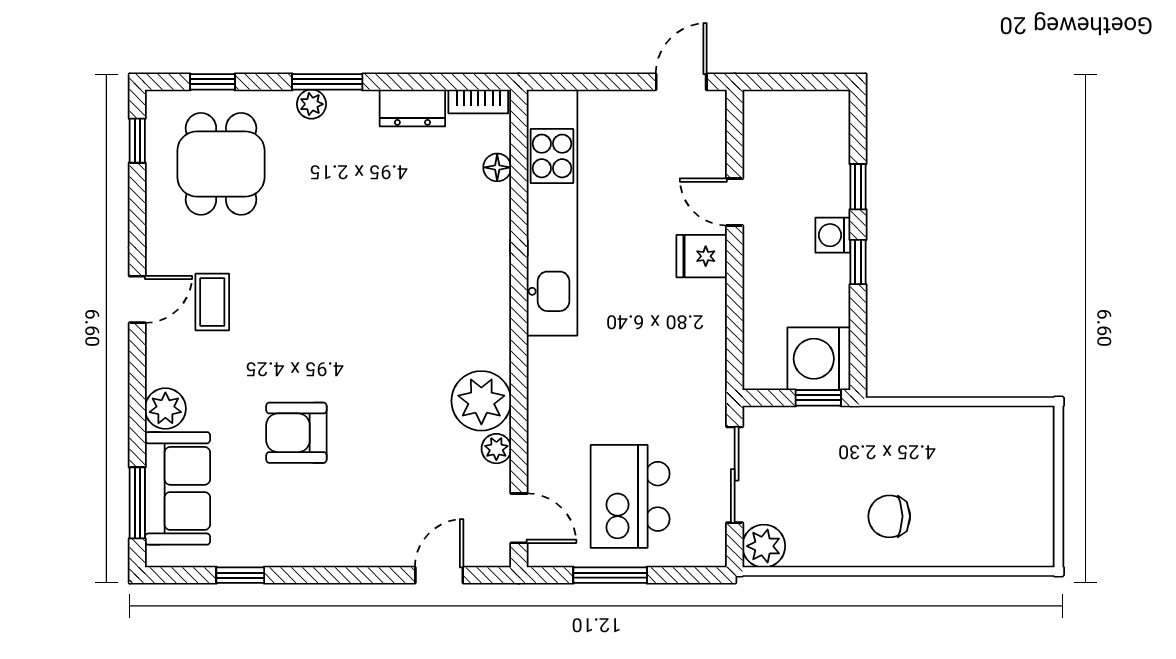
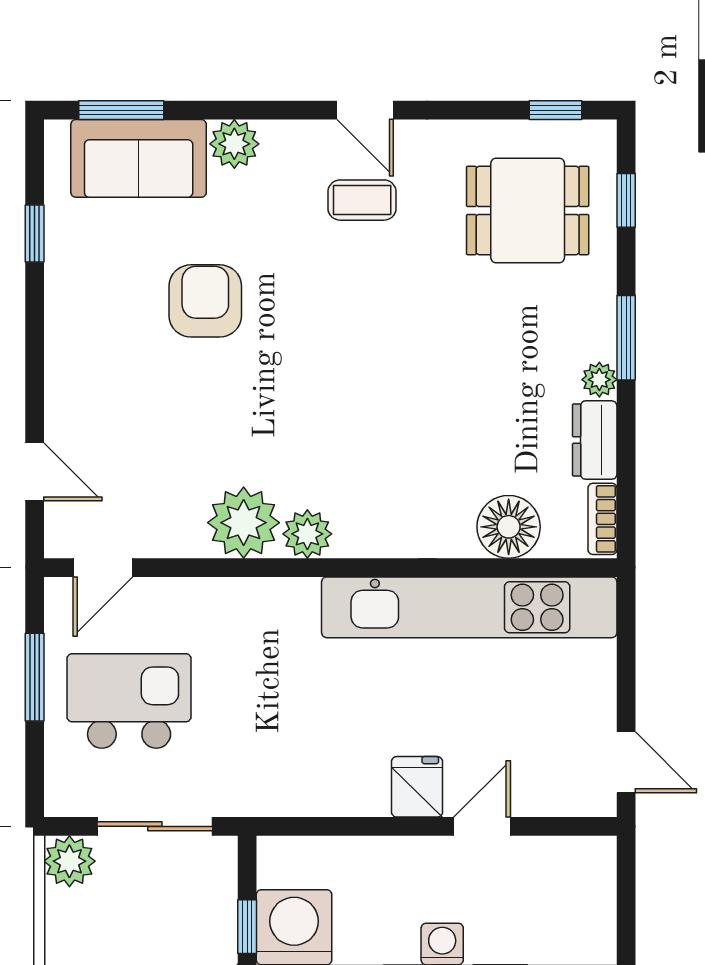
plant: (311, 104) -> (599, 380), moved
floor lamp: (497, 167) -> (509, 527), width x1.89, depth x1.89
plant: (496, 449) -> (307, 534), moved, width x1.38, depth x1.38

